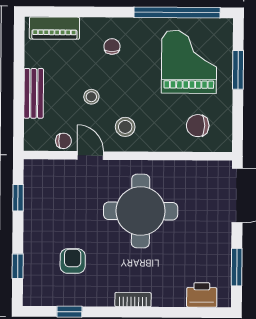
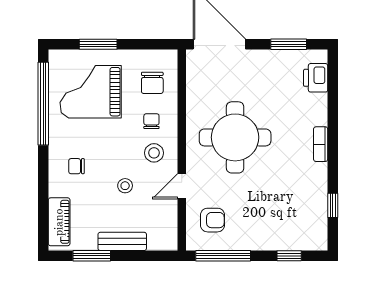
window: (19, 62) -> (92, 256), added
chair: (63, 141) -> (151, 121), moved
window: (18, 198) -> (223, 256), width x2.17
armchair: (73, 261) -> (212, 220), moved, turned 180

